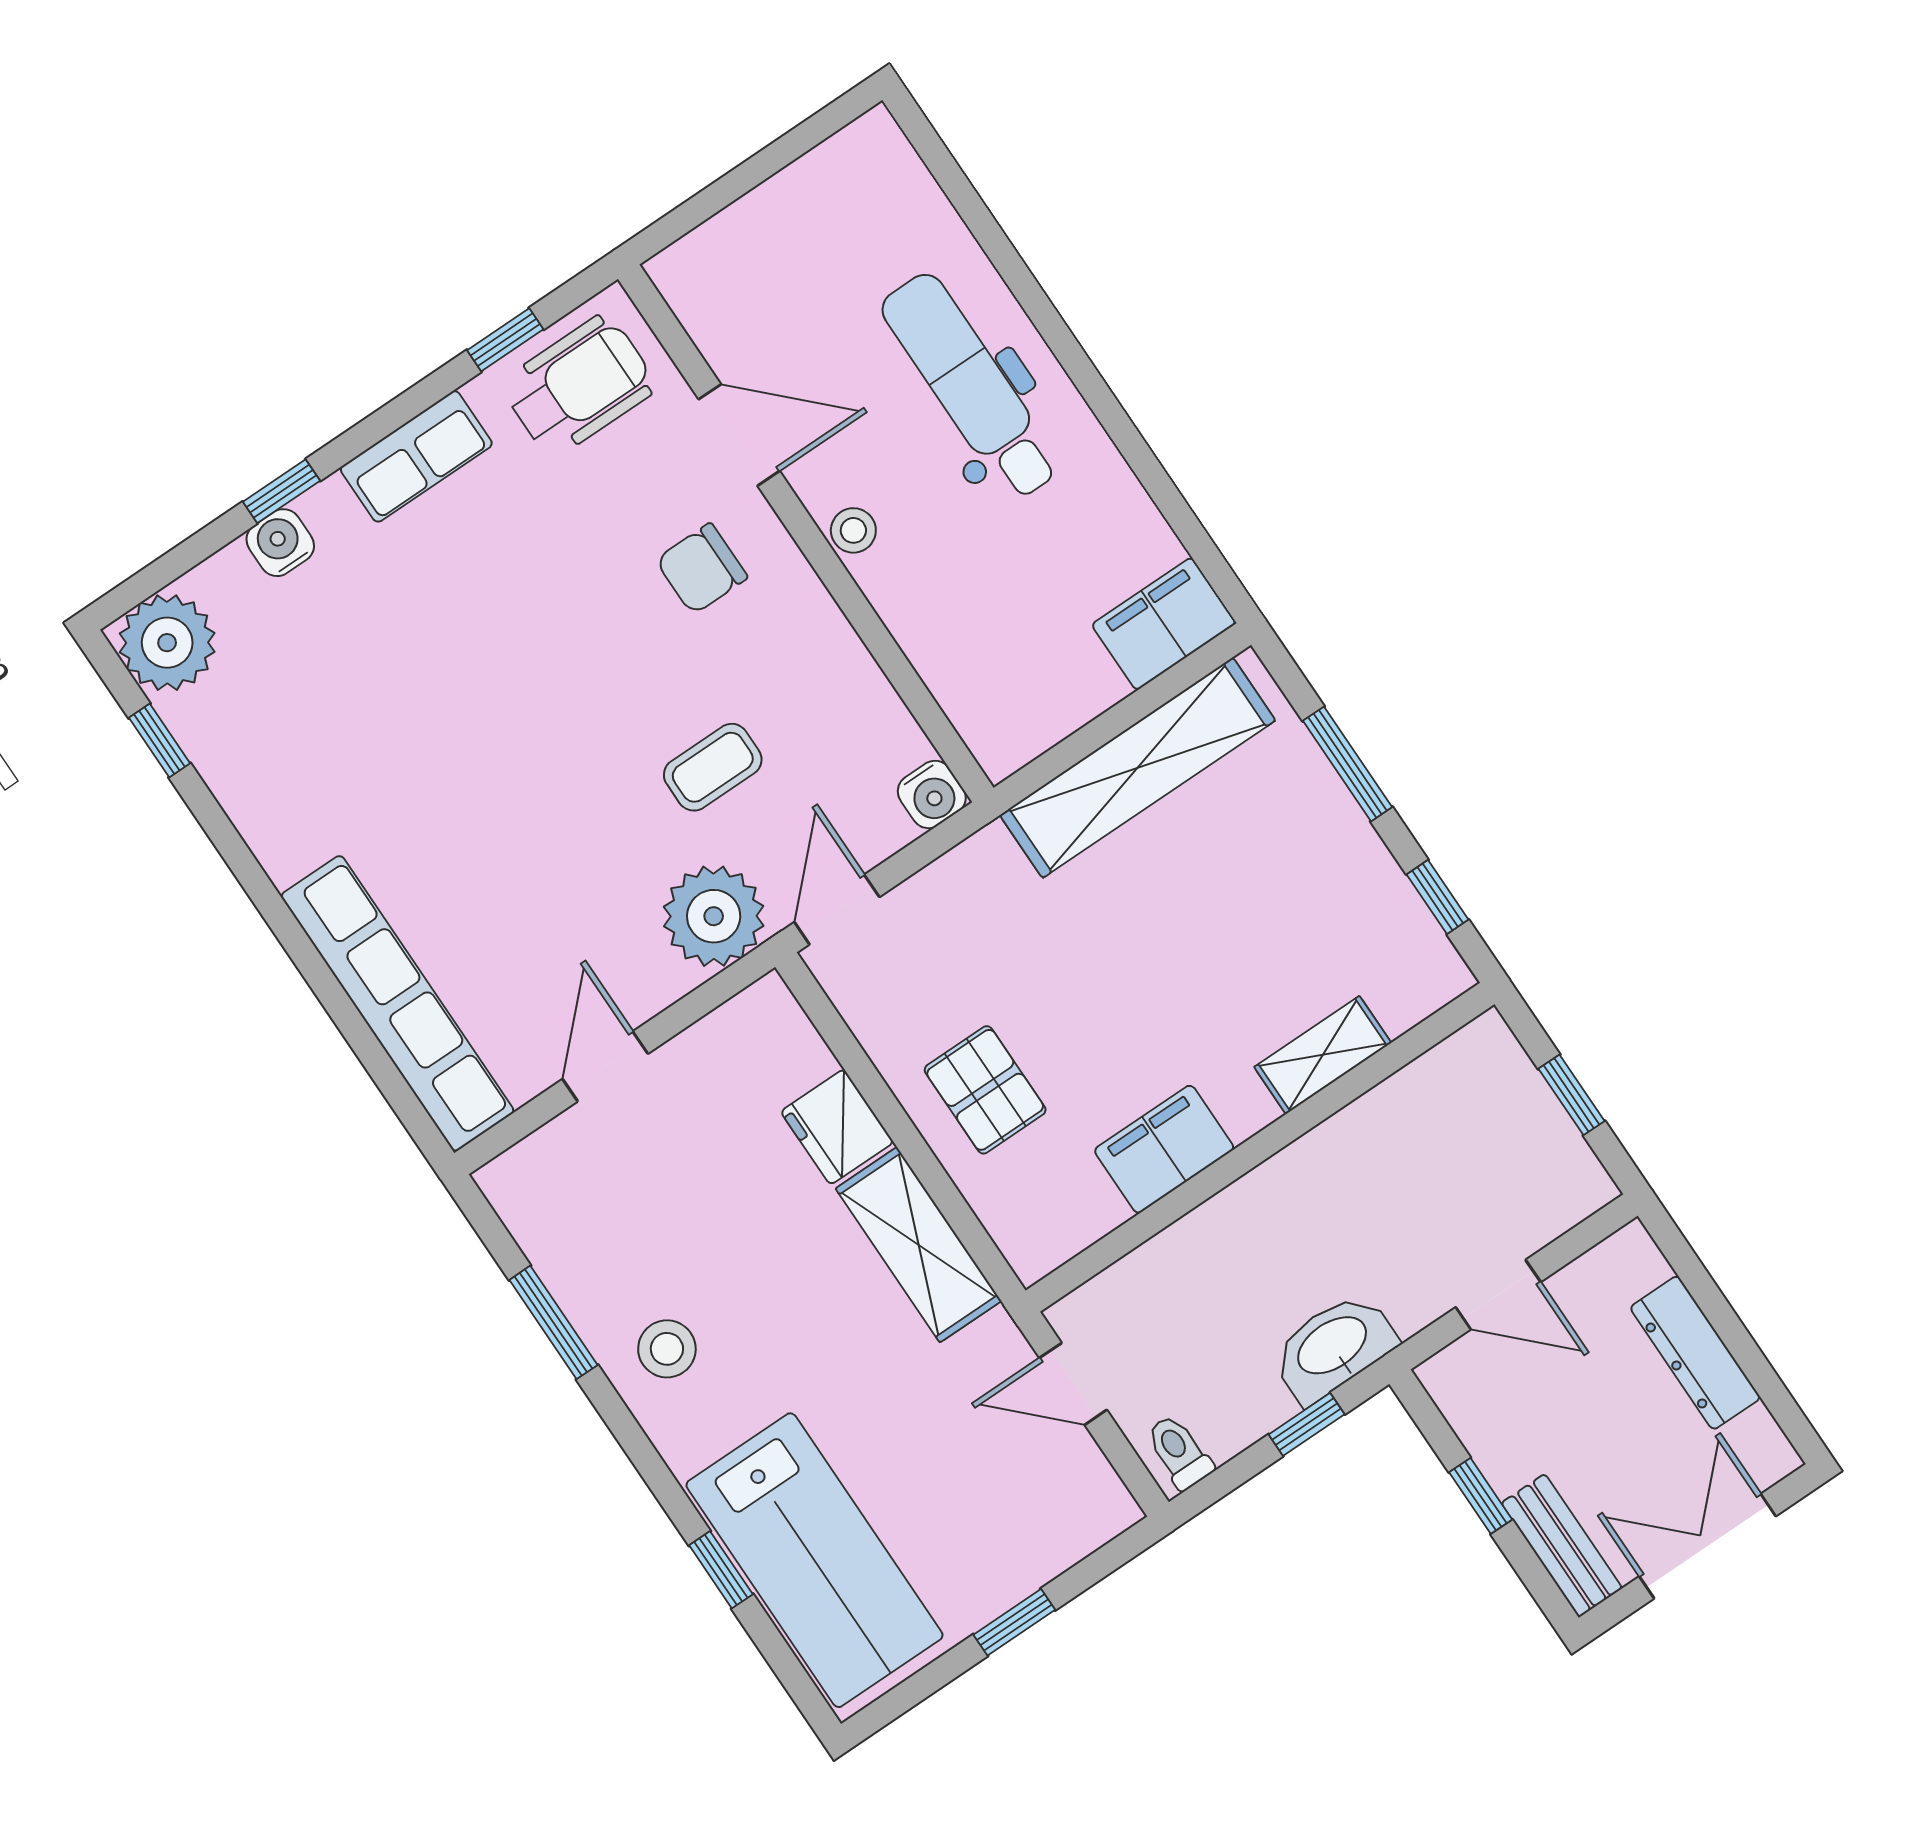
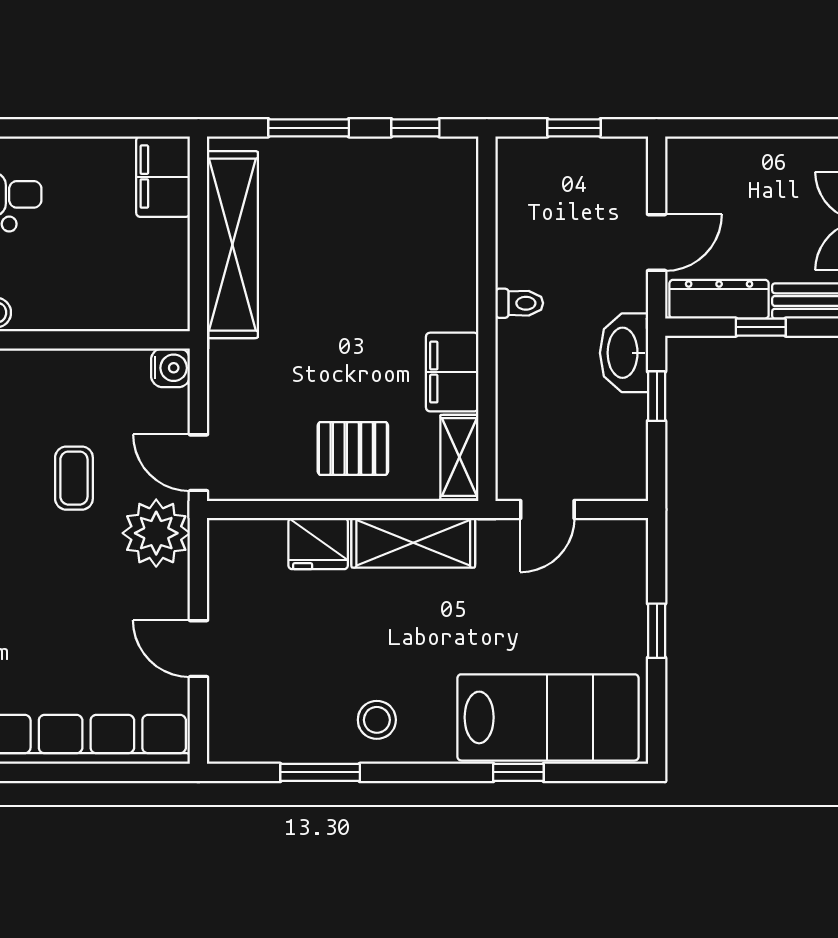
shelving: (1323, 1055) -> (459, 457), moved
dresser: (1695, 1353) -> (719, 299), moved, turned 180
toilet: (1179, 1452) -> (519, 303), moved, turned 180

